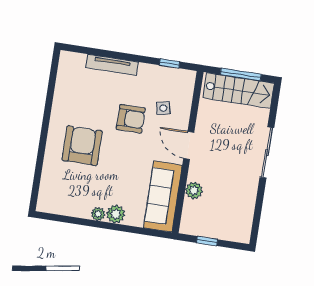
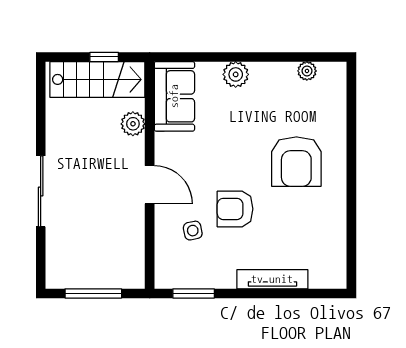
window: (170, 63) -> (194, 293), width x1.50
stairs: (239, 90) -> (97, 79), moved, turned 180
sofa: (163, 196) -> (174, 96), width x0.73
plant: (98, 214) -> (307, 71), moved

